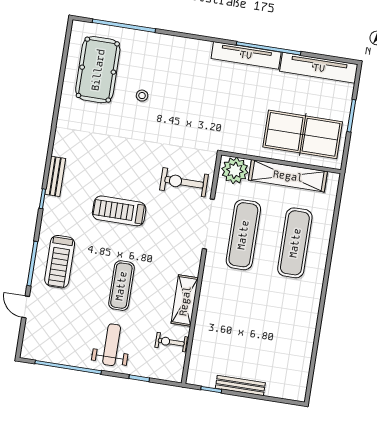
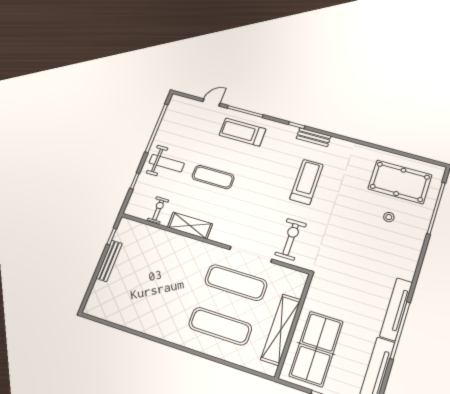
stool: (142, 96) -> (389, 217), moved
plant: (235, 170) -> (294, 284), removed
treadmill: (119, 211) -> (306, 182), moved

